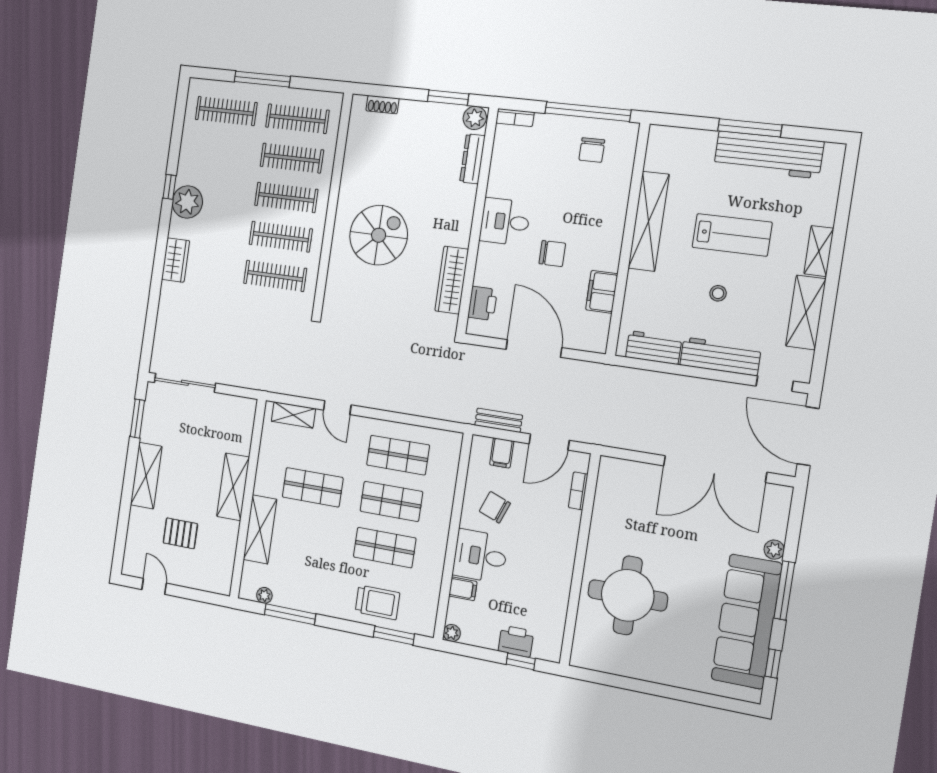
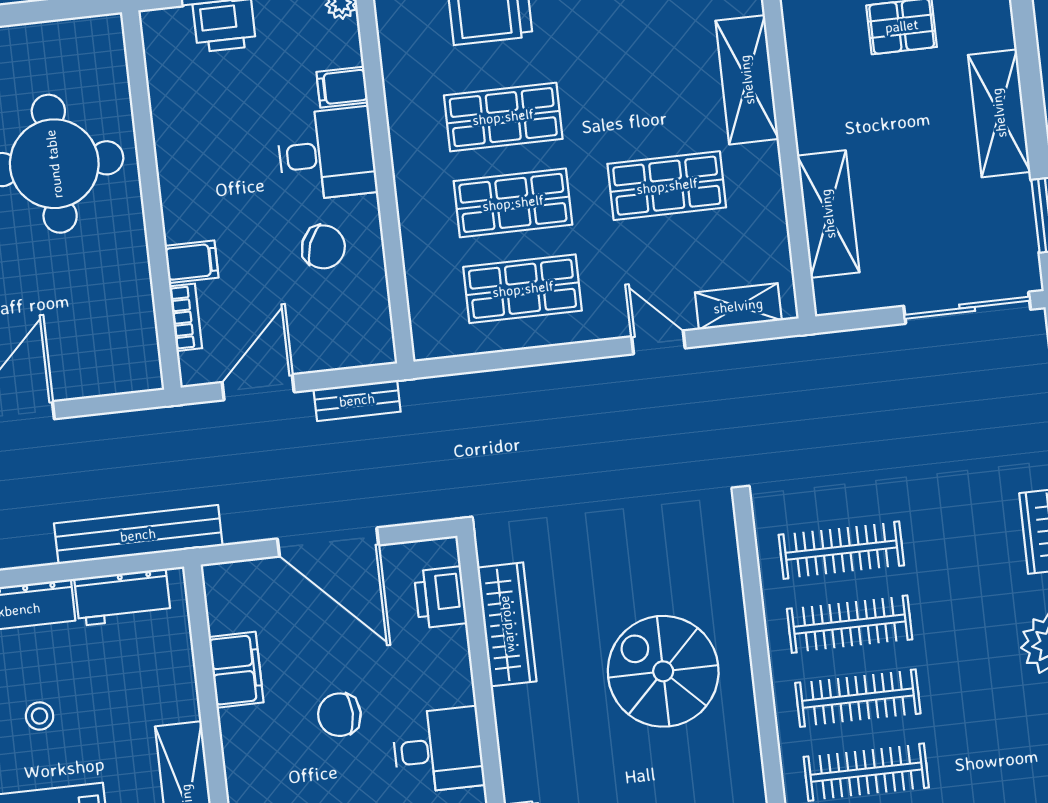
spiral stairs: (379, 235) -> (663, 671), turned 90
bench: (636, 380) -> (138, 535), added
filing cabinet: (502, 453) -> (192, 262), moved, turned 90
shelving: (233, 487) -> (828, 214), moved

